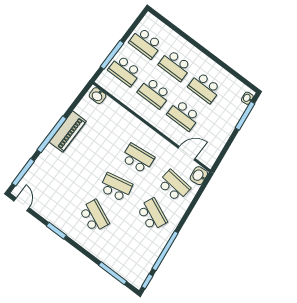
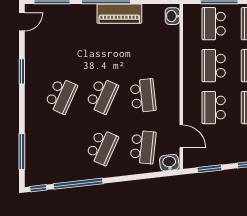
window: (224, 151) -> (209, 169), added
school desk: (116, 187) -> (102, 96), turned 36

